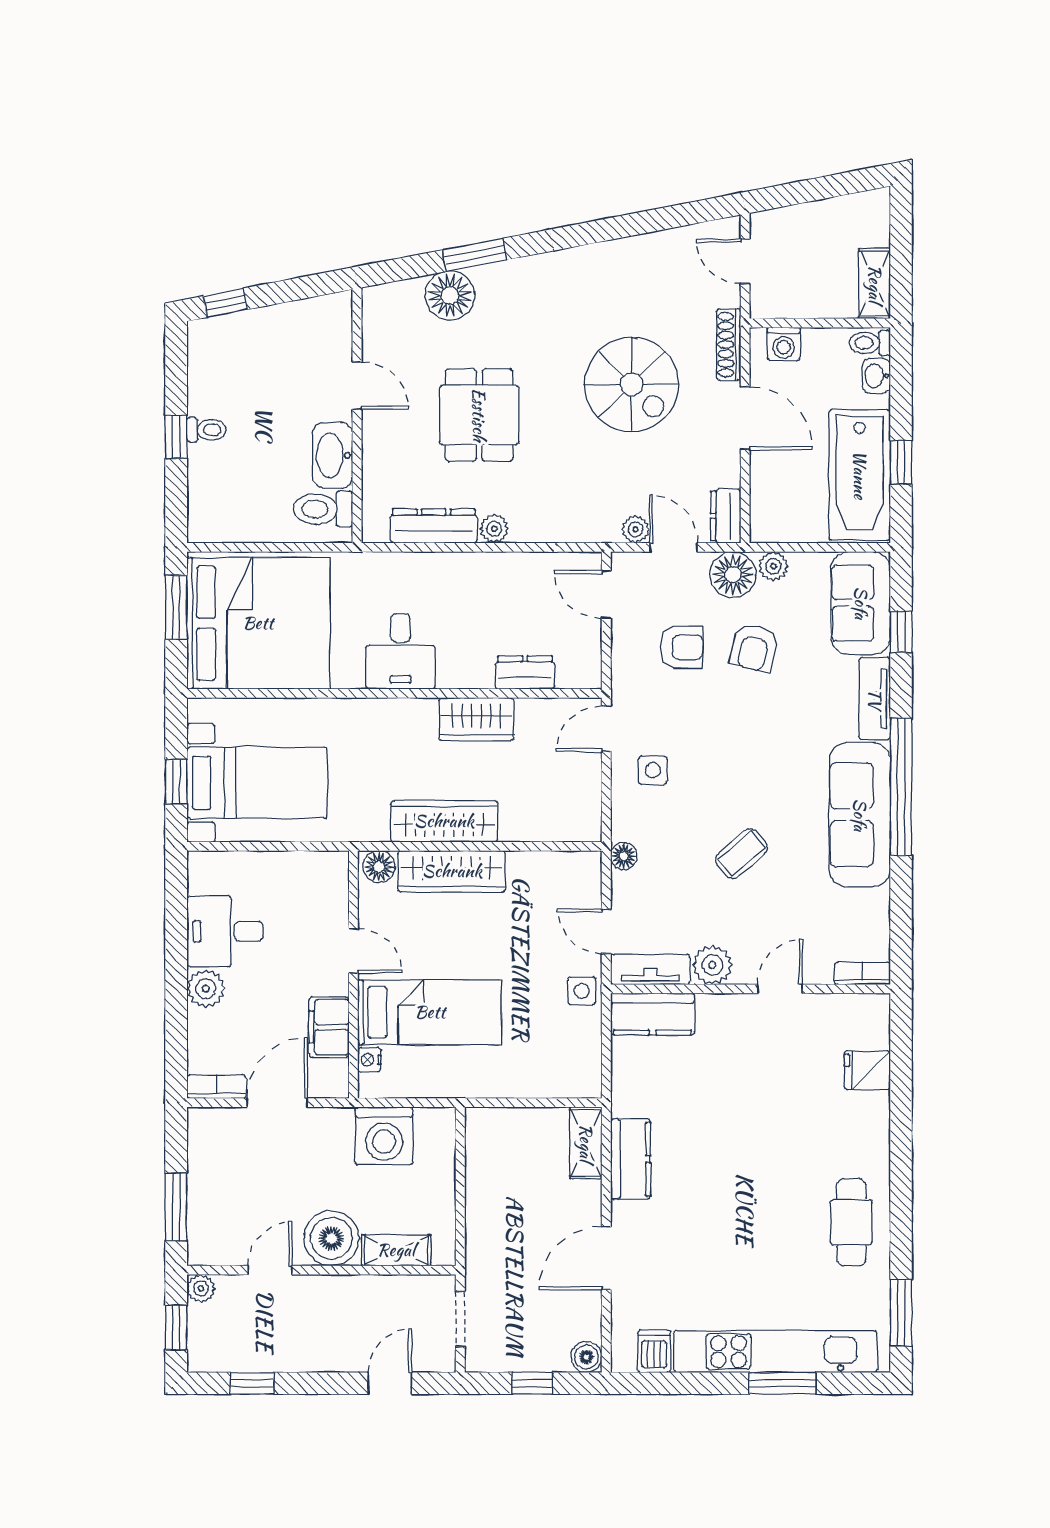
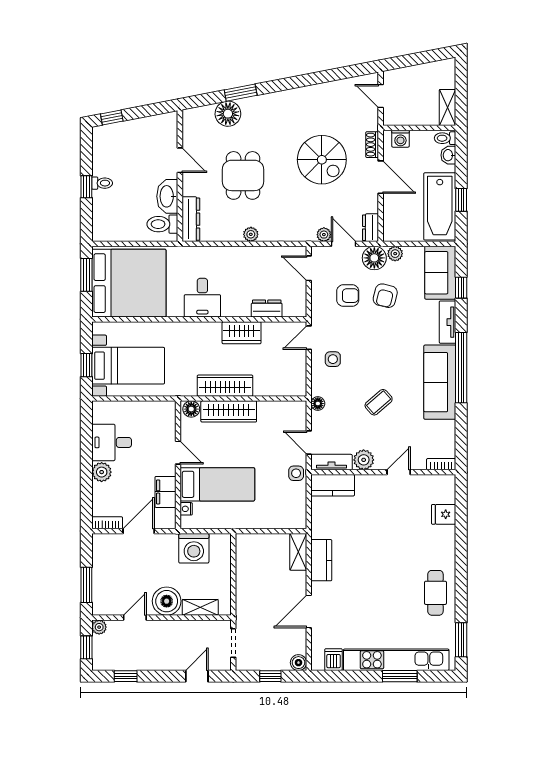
shoe rack: (729, 345) -> (372, 145), width x0.70
dresser: (434, 526) -> (191, 219), moved, turned 90

